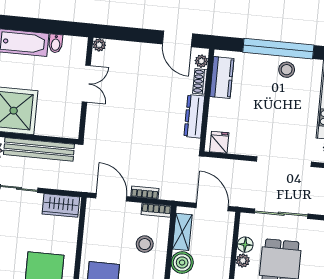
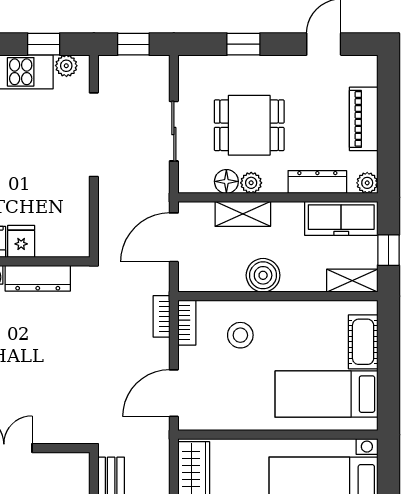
fridge: (219, 142) -> (21, 241), moved, turned 90
bookcase: (145, 192) -> (161, 316), moved
sliding door: (281, 214) -> (174, 131), width x0.73
shelving: (182, 232) -> (243, 214), moved

